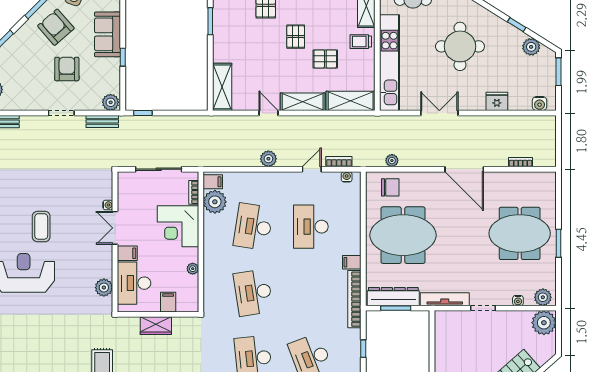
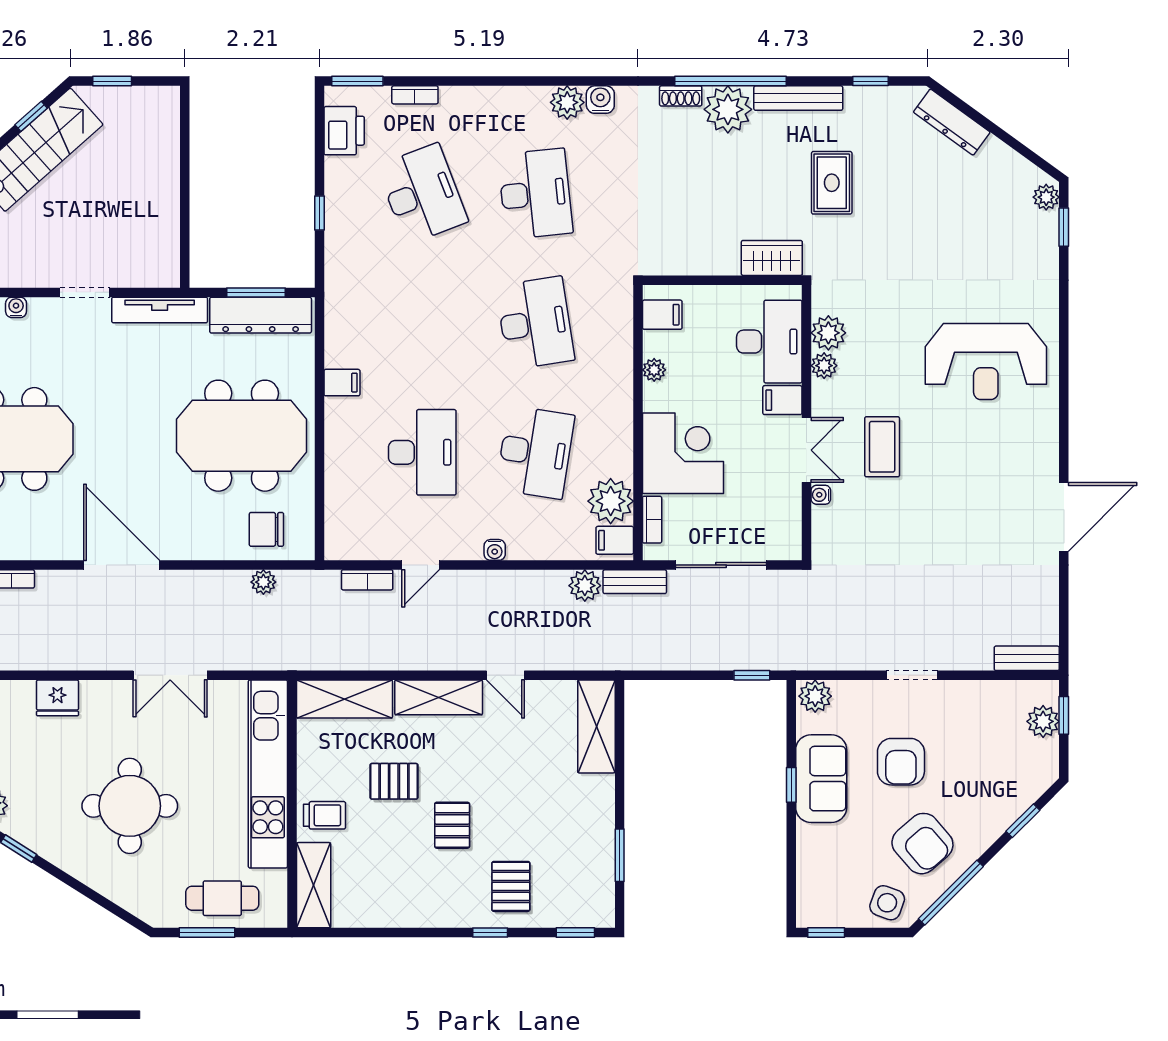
sofa: (108, 34) -> (821, 779), moved
bench: (102, 121) -> (635, 582), moved
plant: (268, 159) -> (585, 586), moved
water cooler: (347, 177) -> (495, 550), moved
coffee table: (41, 226) -> (882, 447), moved
plant: (106, 271) -> (824, 366), added
bookcase: (354, 299) -> (337, 310), removed
filing cabinet: (168, 302) -> (662, 315), moved, turned -90
wardrobe: (156, 326) -> (772, 258), moved

